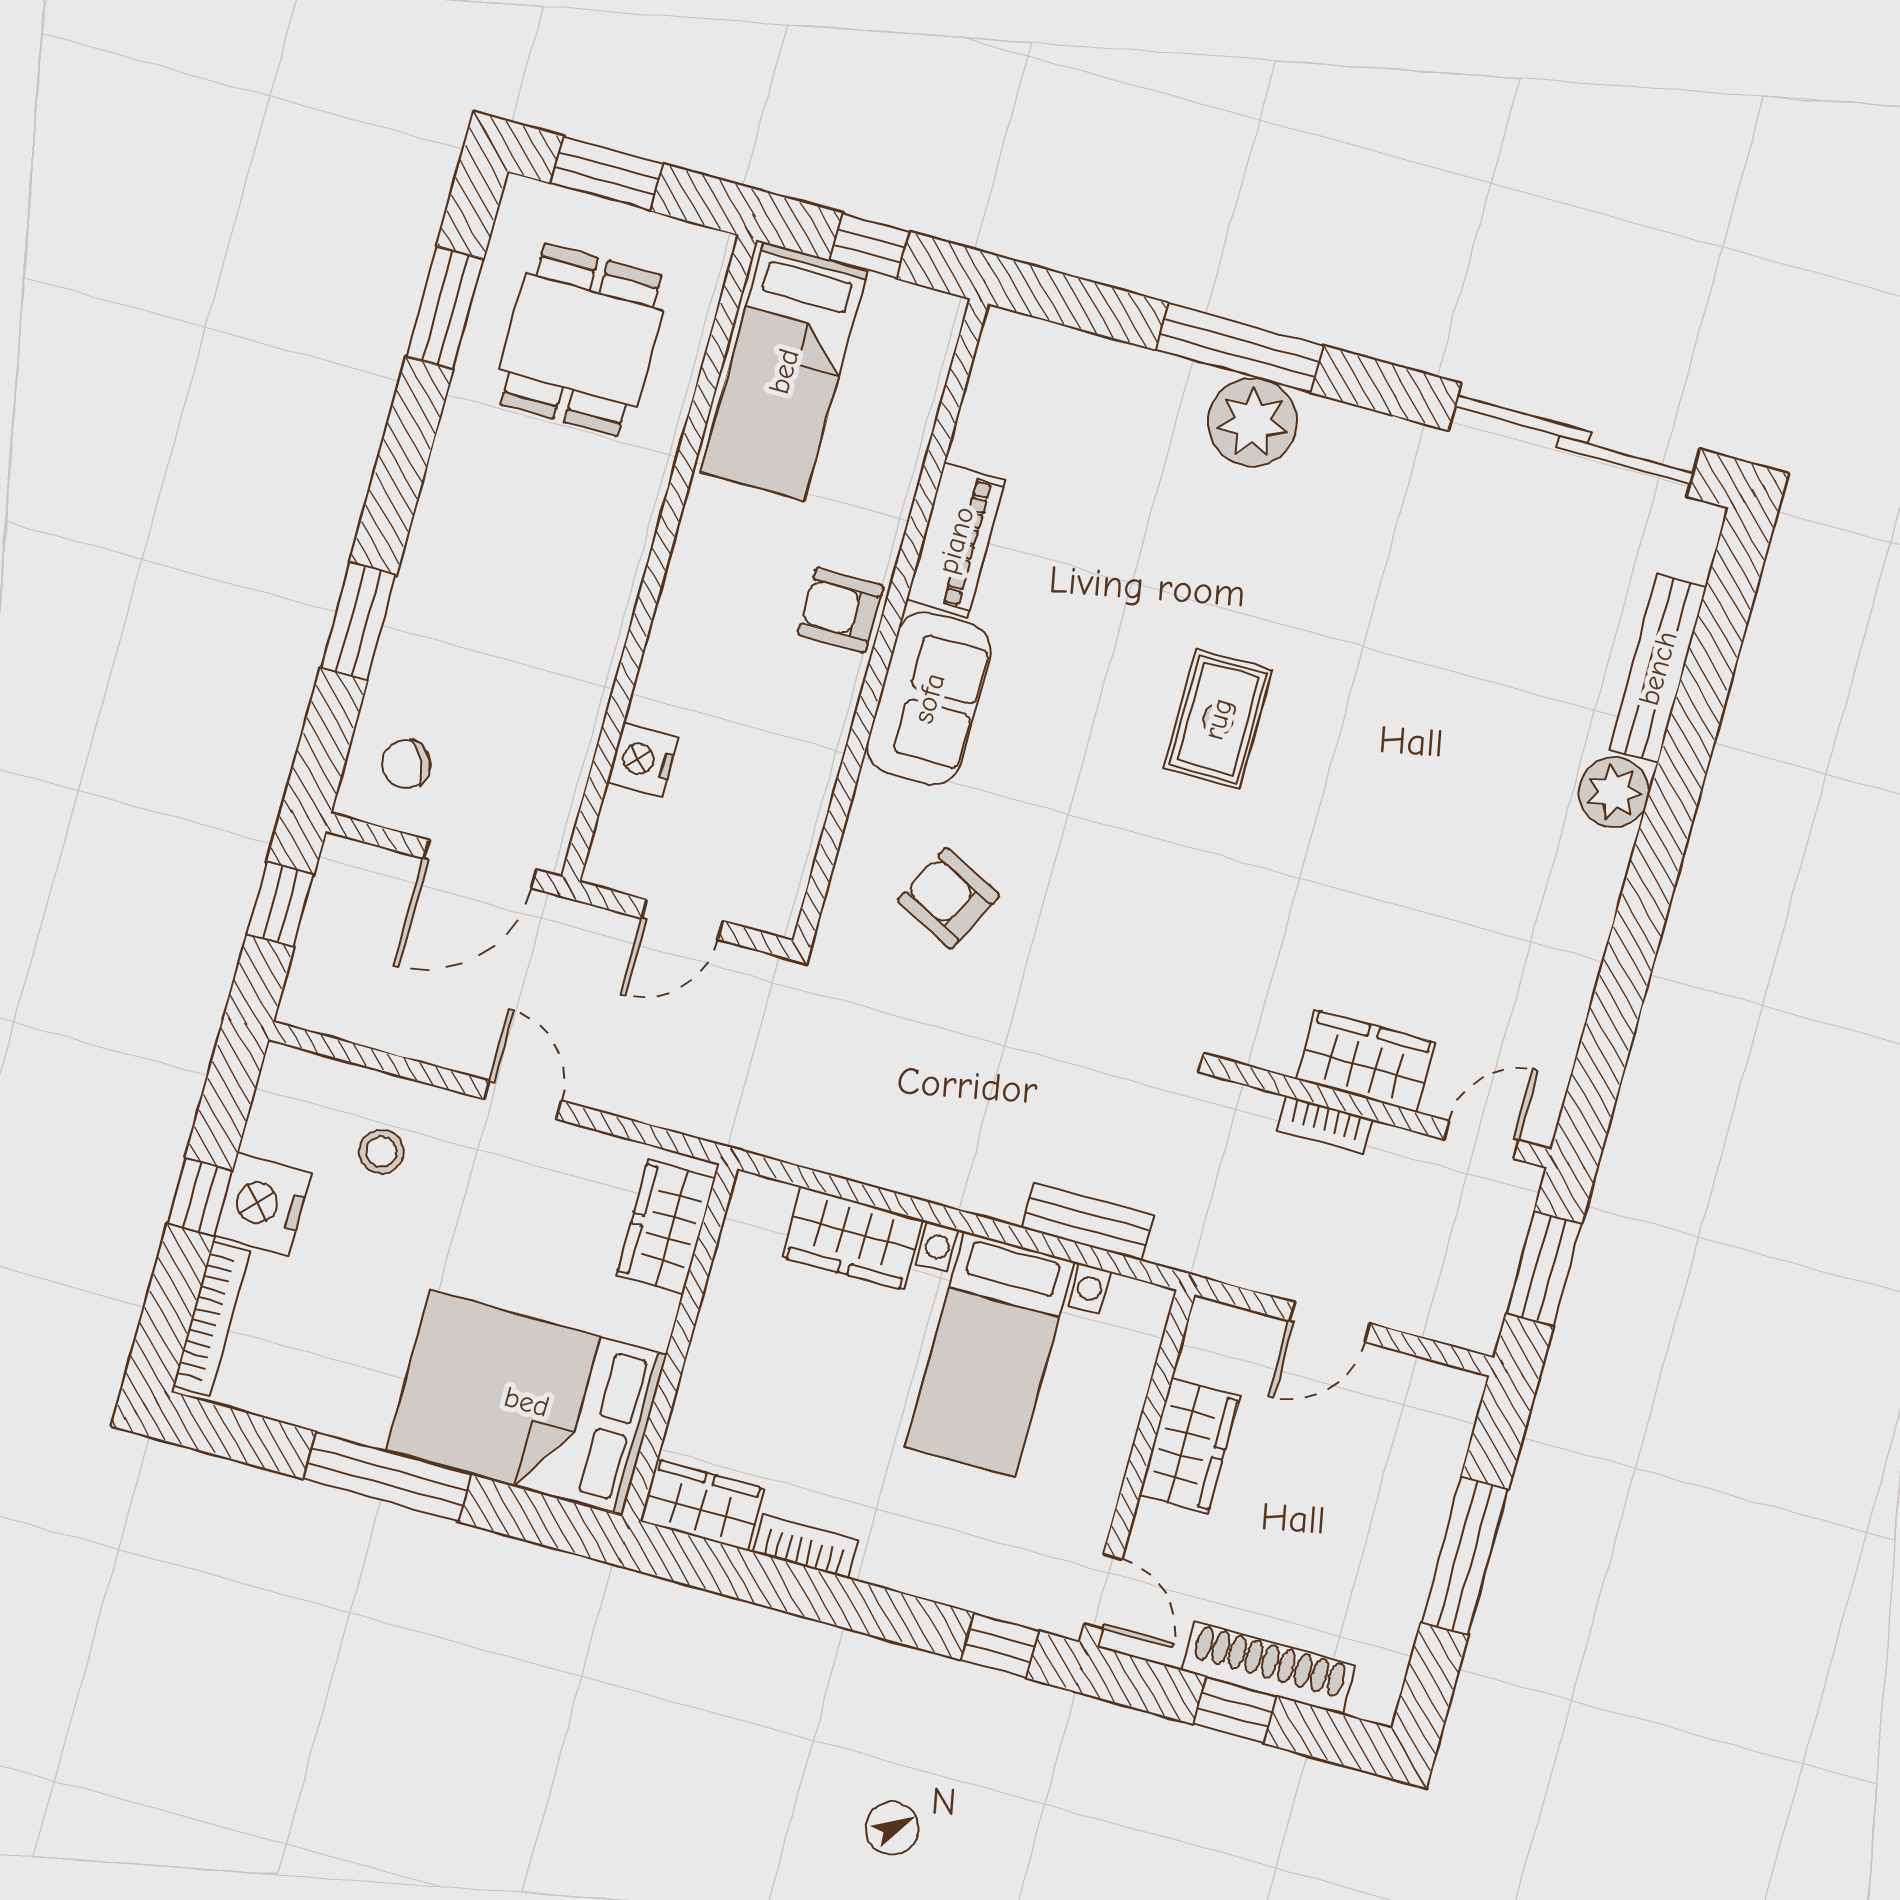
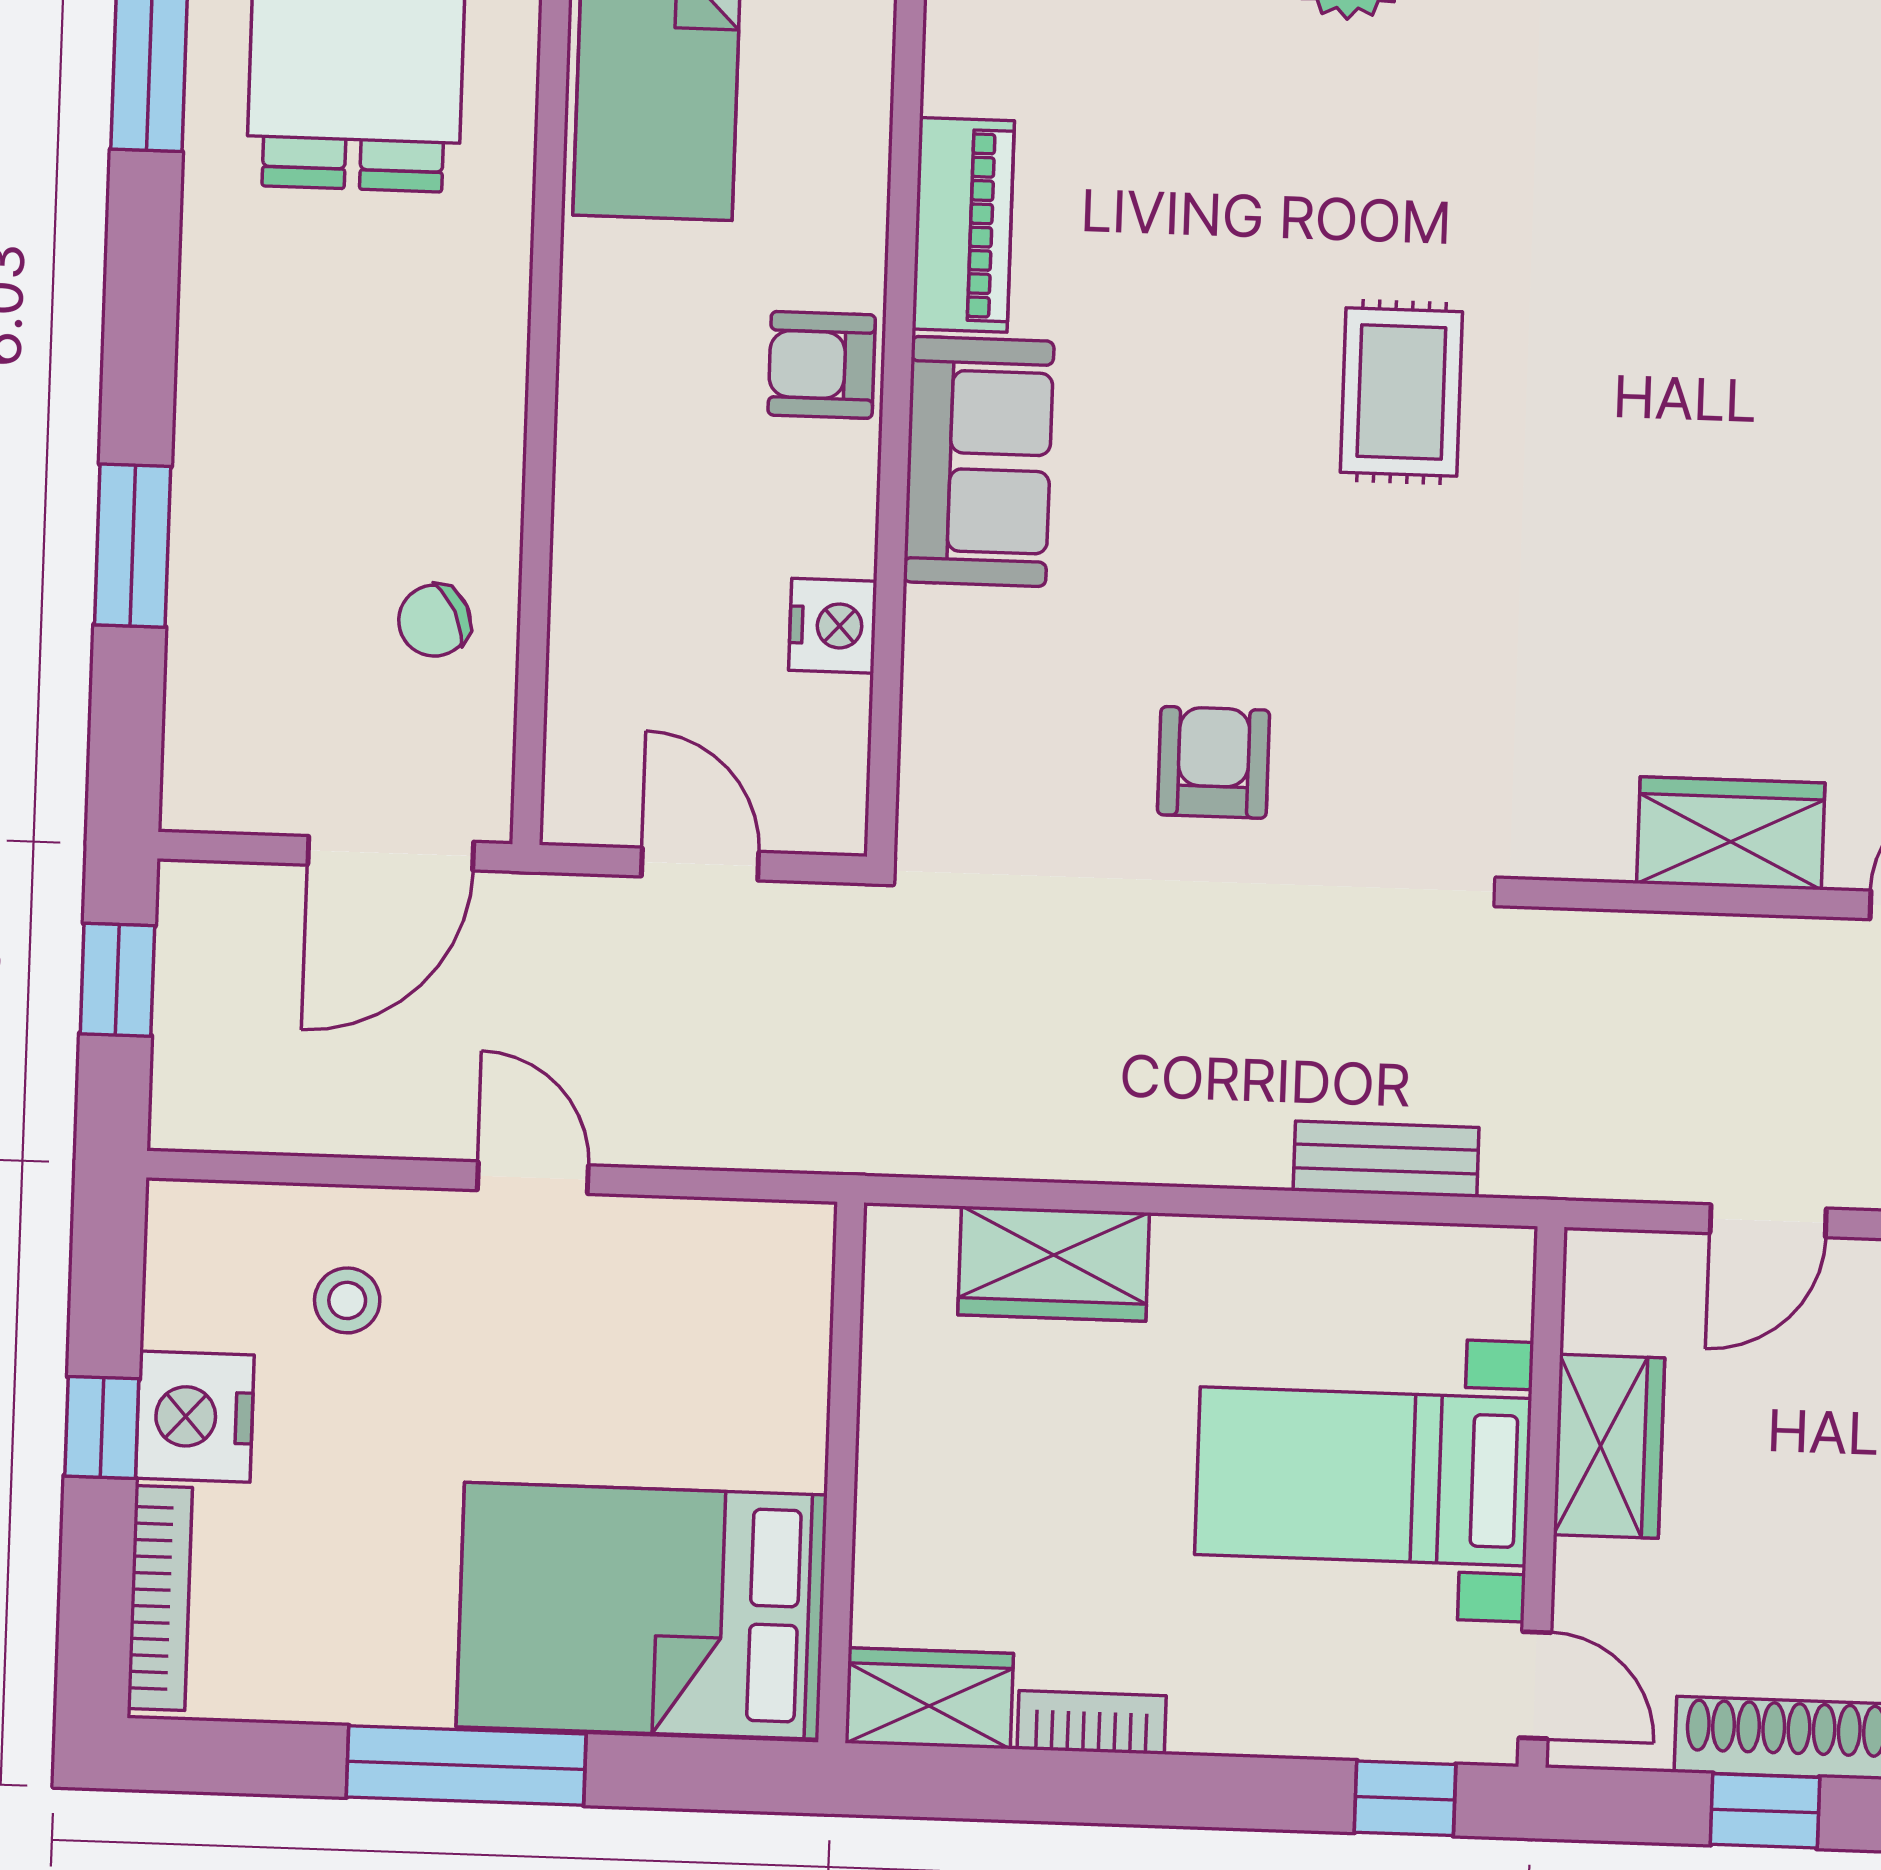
nightstand: (643, 760) -> (833, 626), moved, turned 180
chair: (406, 764) -> (434, 621), moved
armchair: (948, 898) -> (1214, 762), moved, turned 63
door: (682, 920) -> (700, 864), swing flipped
bookcase: (1325, 1125) -> (1694, 939), removed
wardrobe: (666, 1227) -> (782, 1311), removed
bed with nightstands: (990, 1354) -> (1363, 1476), moved, turned 90

